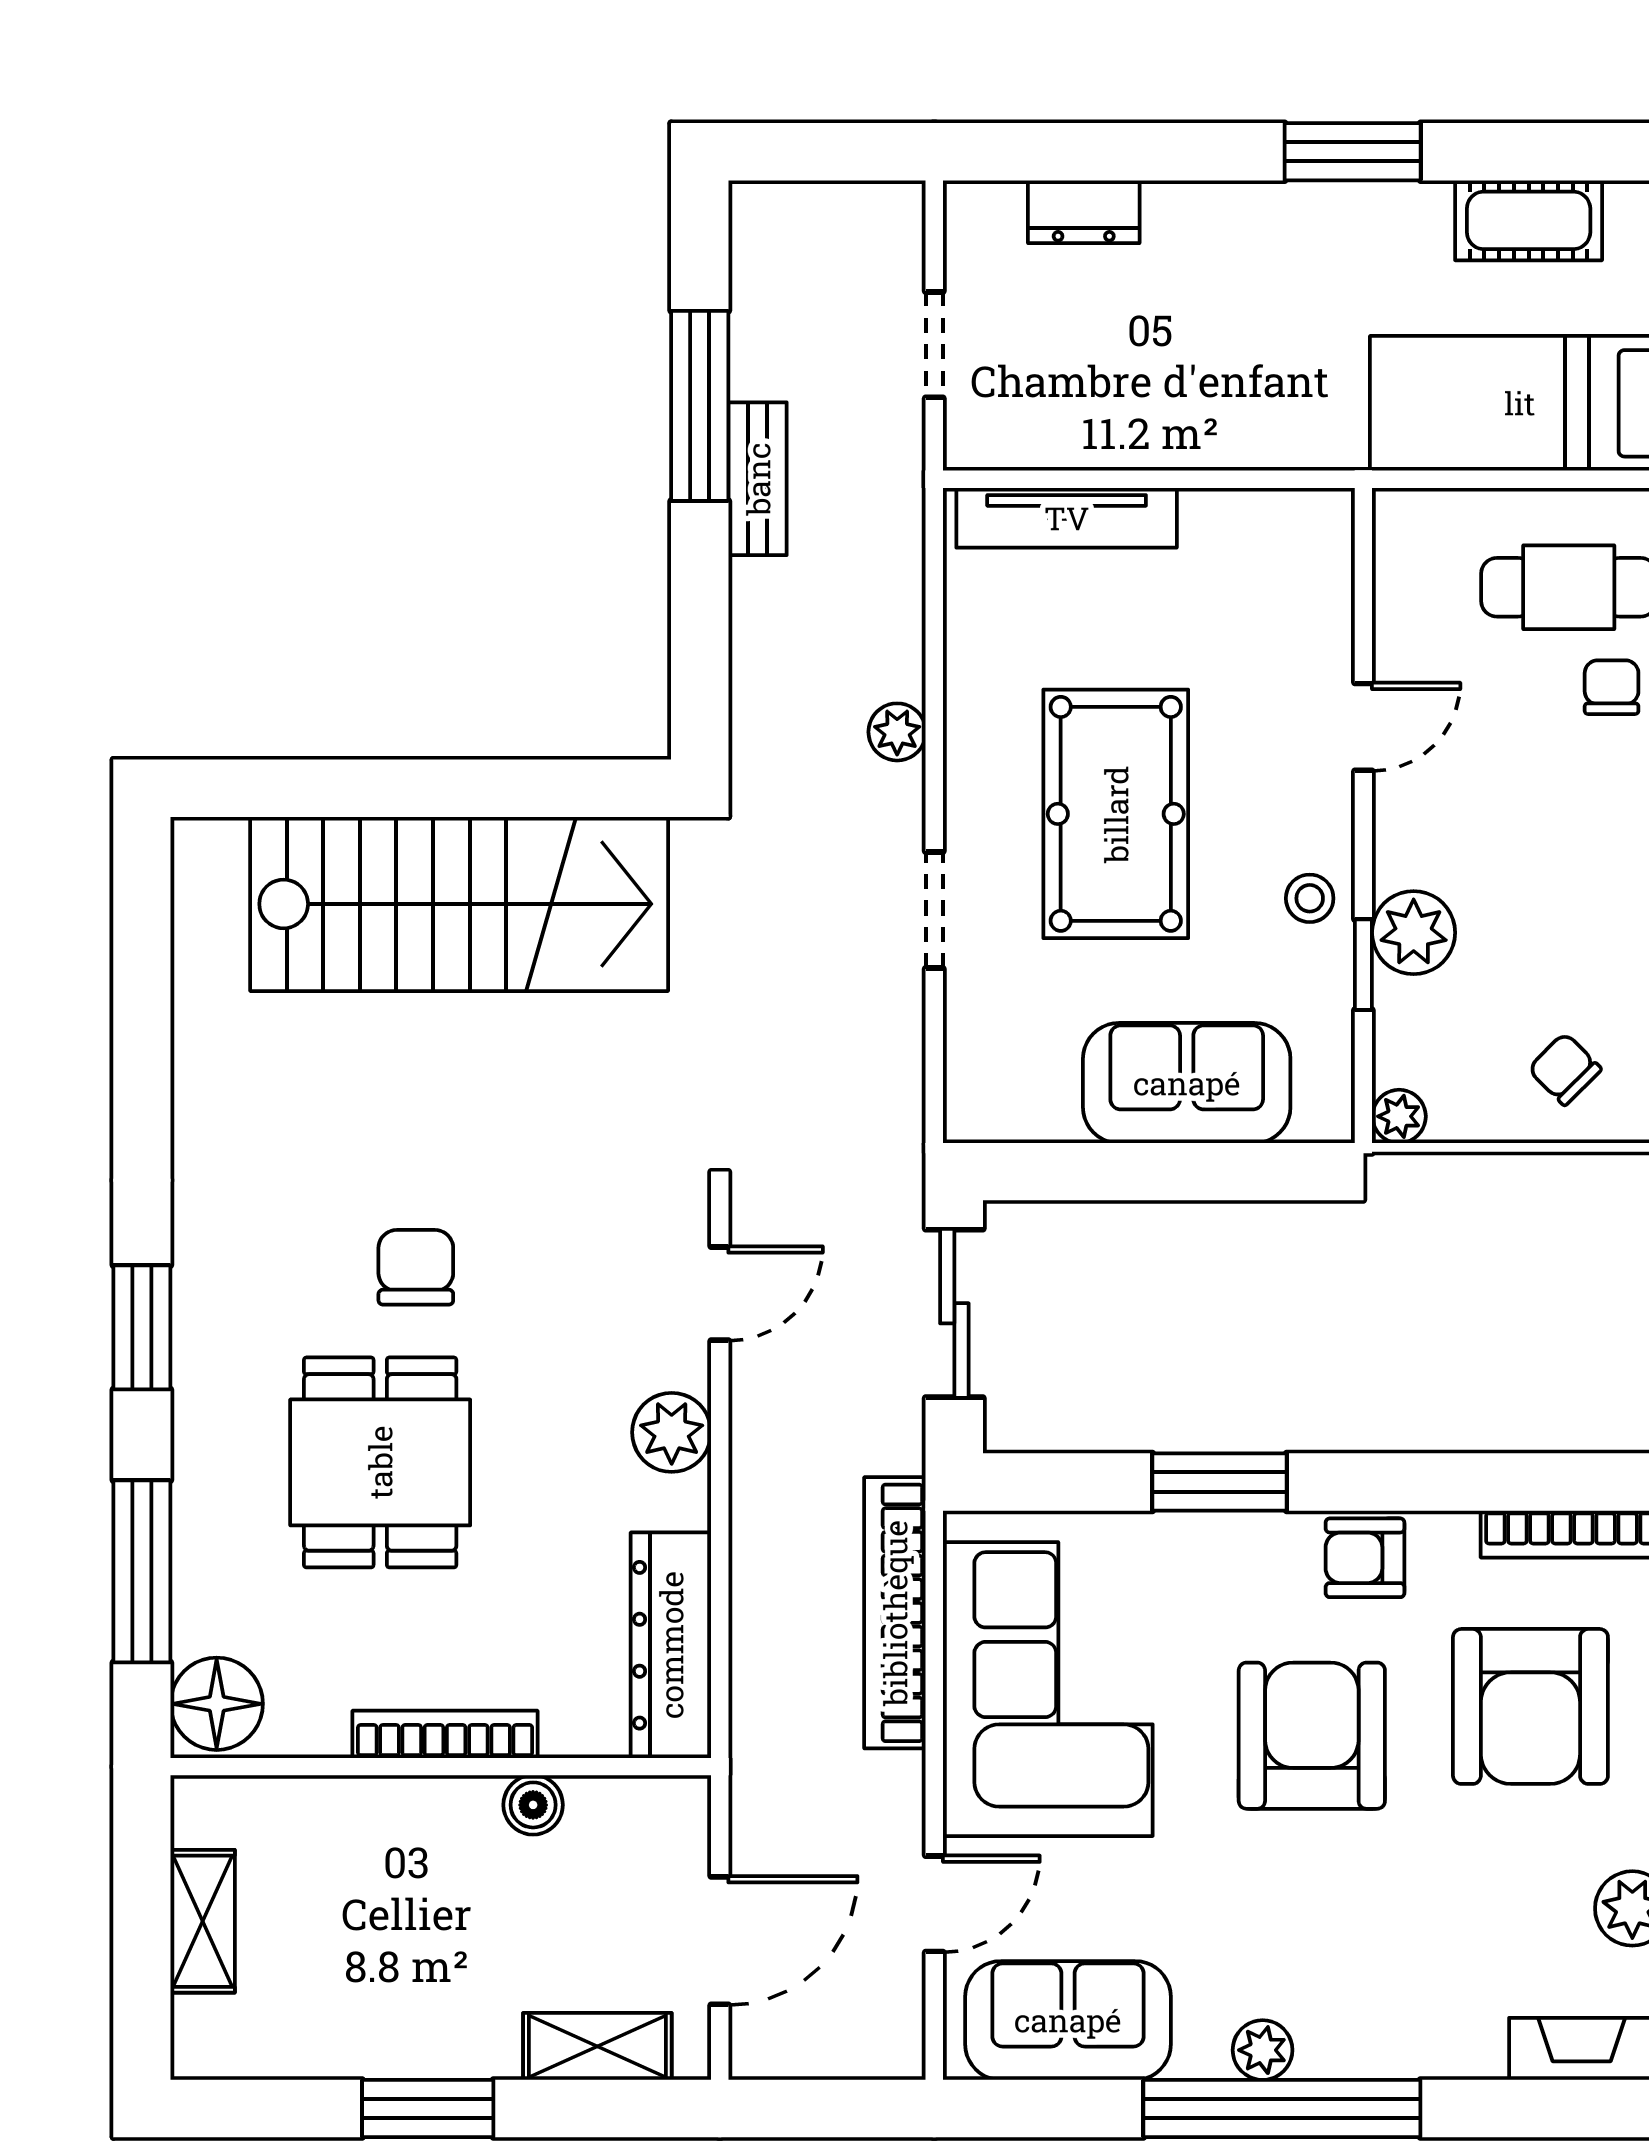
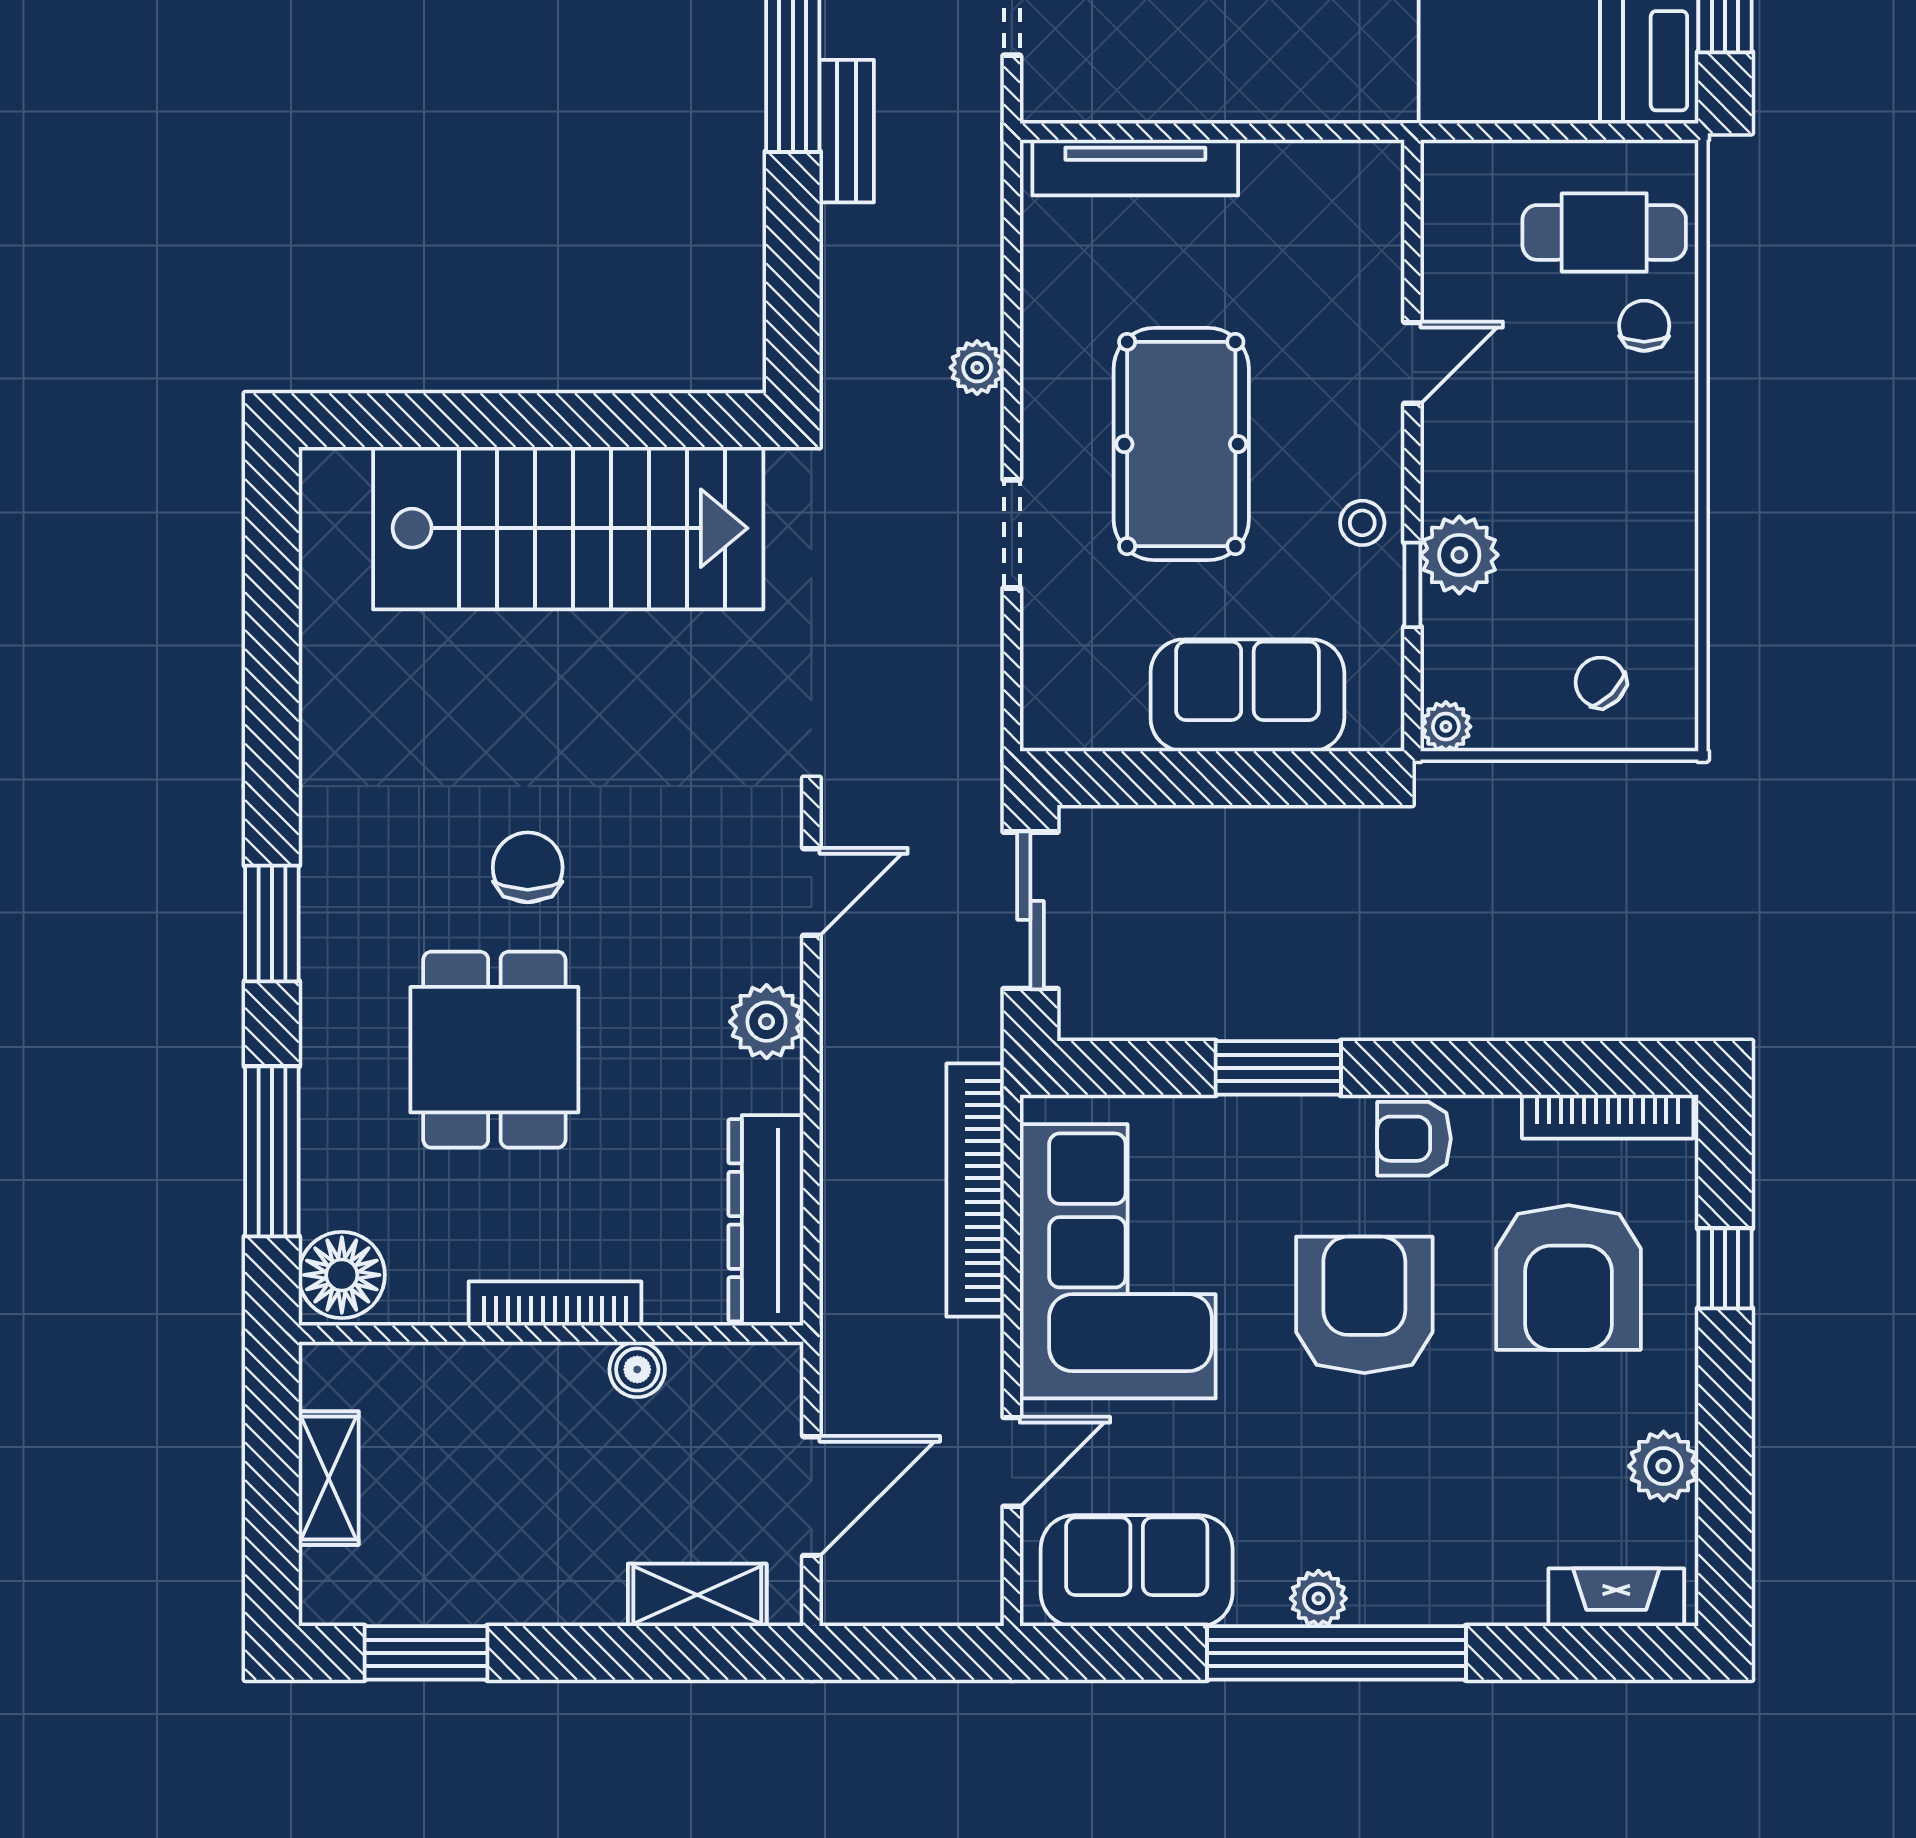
window: (428, 2108) -> (426, 1653), moved

